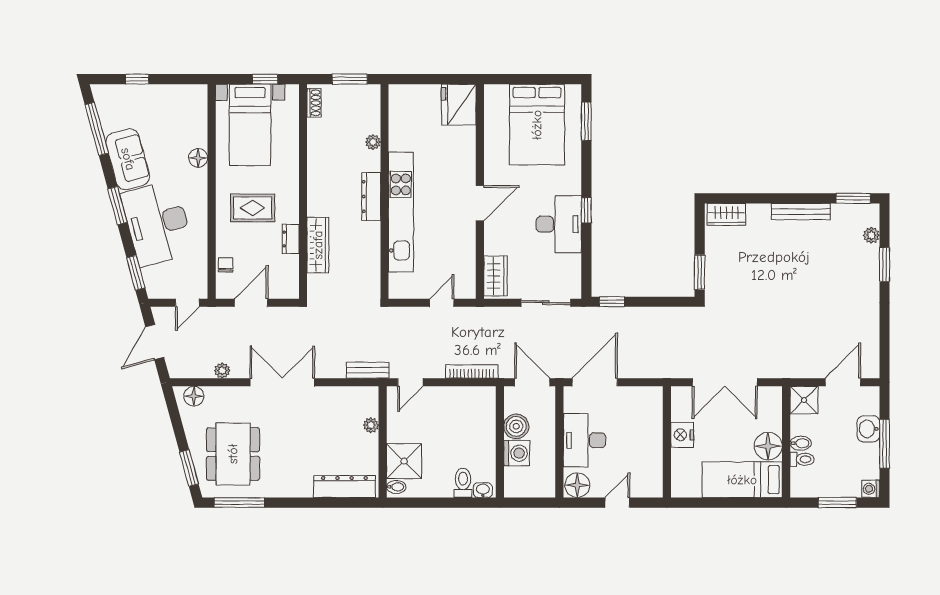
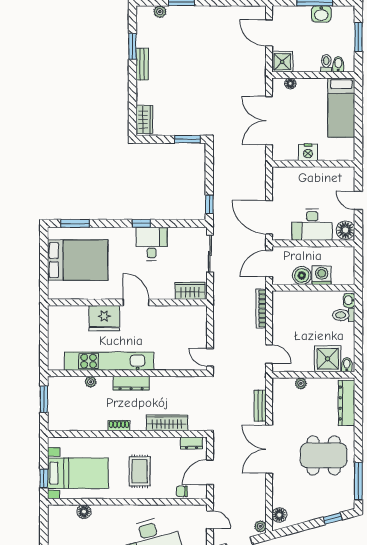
window: (265, 79) -> (44, 478), moved
shoe rack: (314, 103) -> (119, 426), moved
fridge: (459, 104) -> (104, 318), moved
floor lamp: (198, 158) -> (84, 512), moved
window: (853, 198) -> (132, 46), moved
kitchen unit: (401, 212) -> (109, 361), moved
bench: (801, 212) -> (142, 64), width x0.73
desk: (559, 224) -> (152, 244), width x0.73
dresser: (291, 239) -> (191, 443), moved
door: (251, 303) -> (210, 472), hinge flipped
door: (442, 303) -> (210, 357), moved
bench: (368, 370) -> (260, 406), moved
plant: (222, 371) -> (260, 526), moved
double door: (725, 382) -> (269, 121), swing flipped
washbasin: (868, 429) -> (321, 14), moved
bidet: (801, 443) -> (338, 64), moved
floor lamp: (768, 446) -> (290, 83), moved, width x0.53, depth x0.53
dining table: (233, 454) -> (324, 455), moved
window: (189, 468) -> (333, 518), width x0.67
washing machine: (871, 489) -> (348, 12), removed

